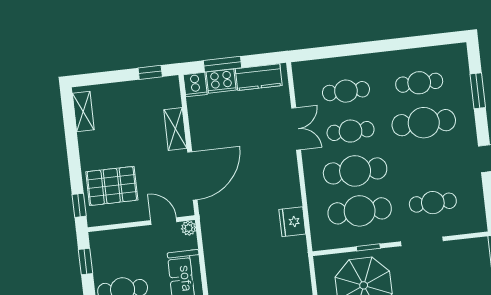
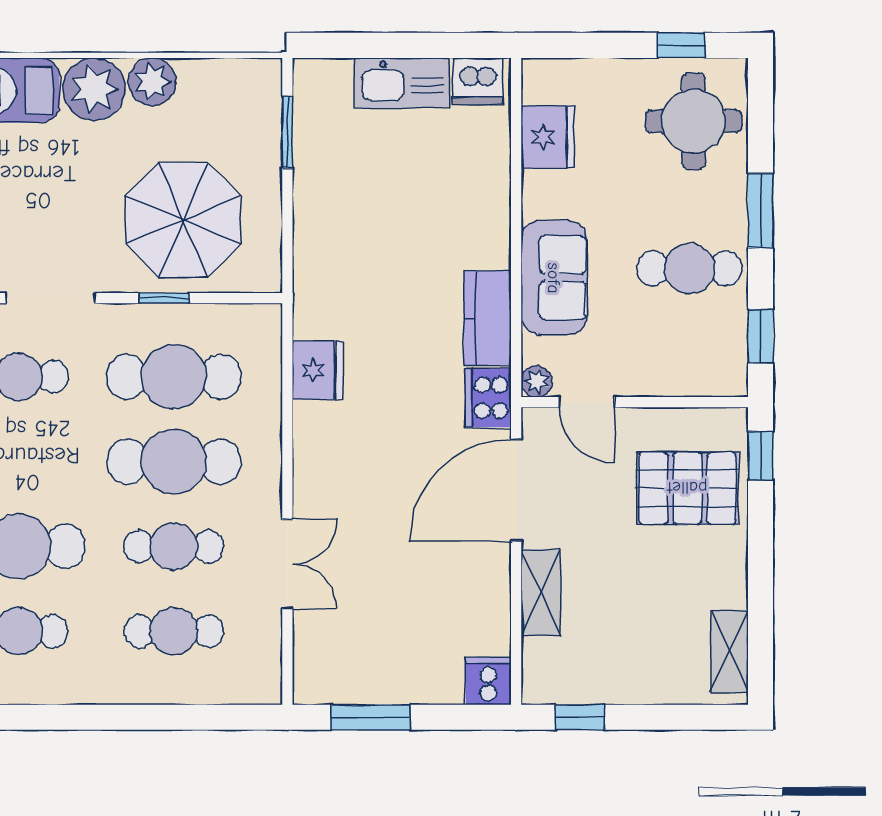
window: (223, 64) -> (371, 717), moved
kitchen counter: (259, 77) -> (488, 318), moved, turned -90
cooker: (221, 81) -> (488, 398), moved, turned -90
double door: (296, 129) -> (287, 564), swing flipped

